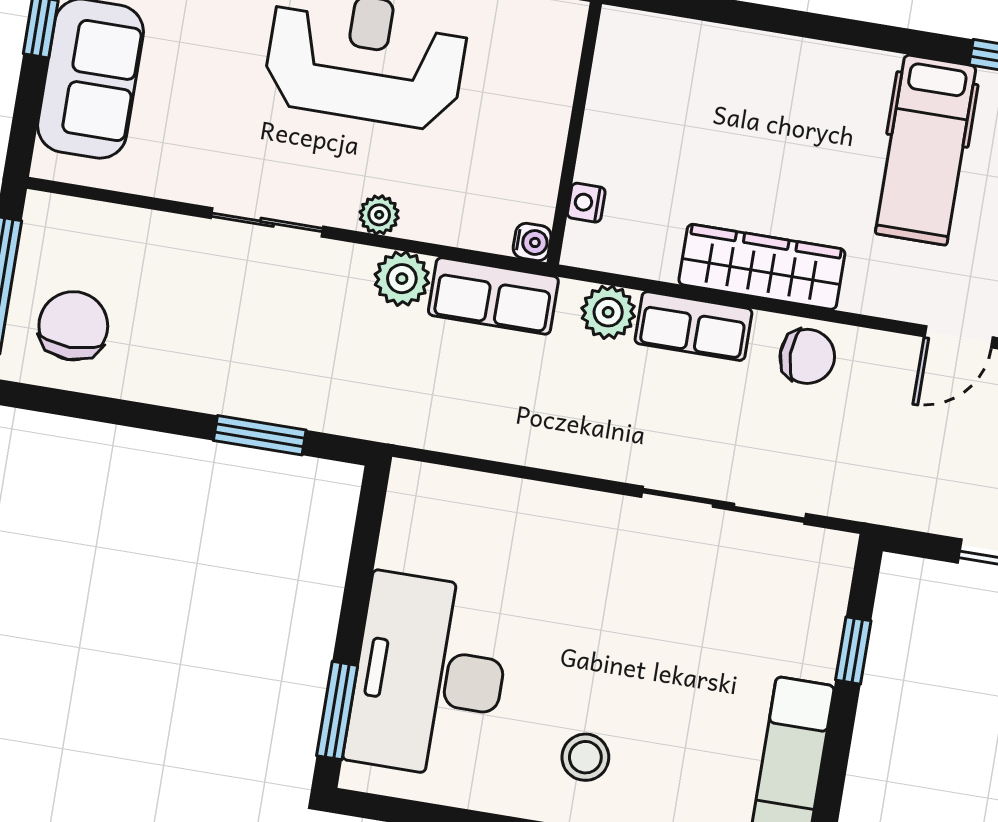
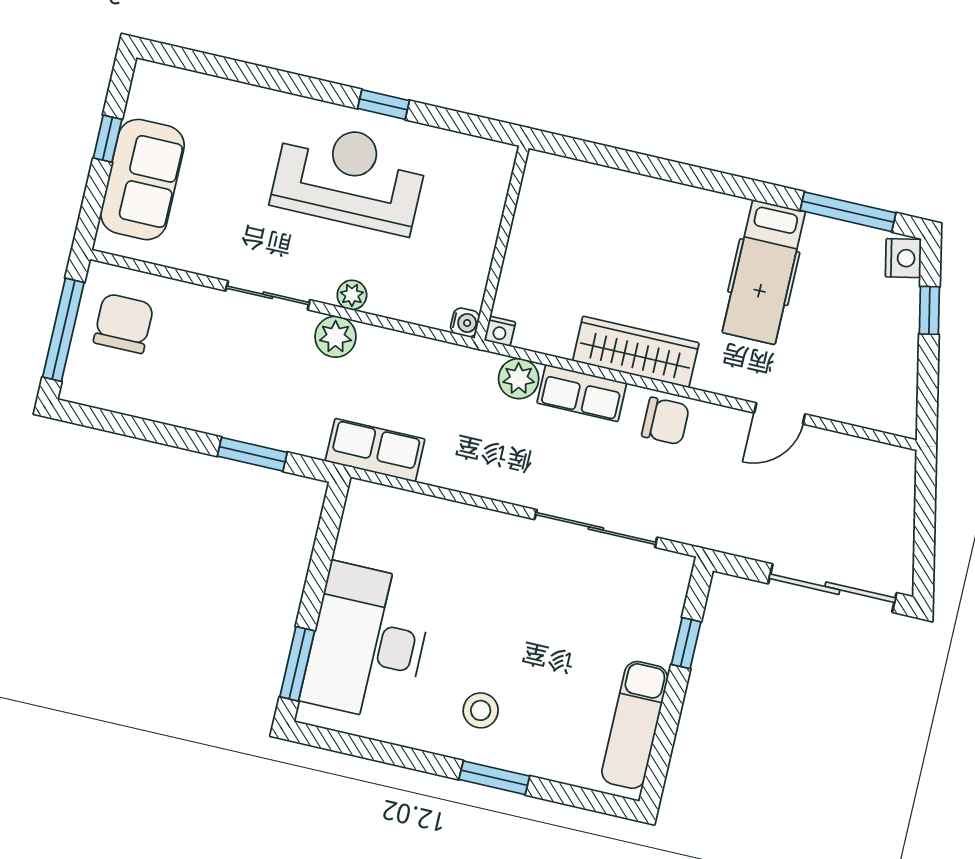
nightstand: (586, 203) -> (500, 331), moved, turned -90
plant: (402, 279) -> (335, 337), moved
row of seats: (493, 296) -> (375, 450), moved, turned 180
chair: (73, 326) -> (124, 323), moved

